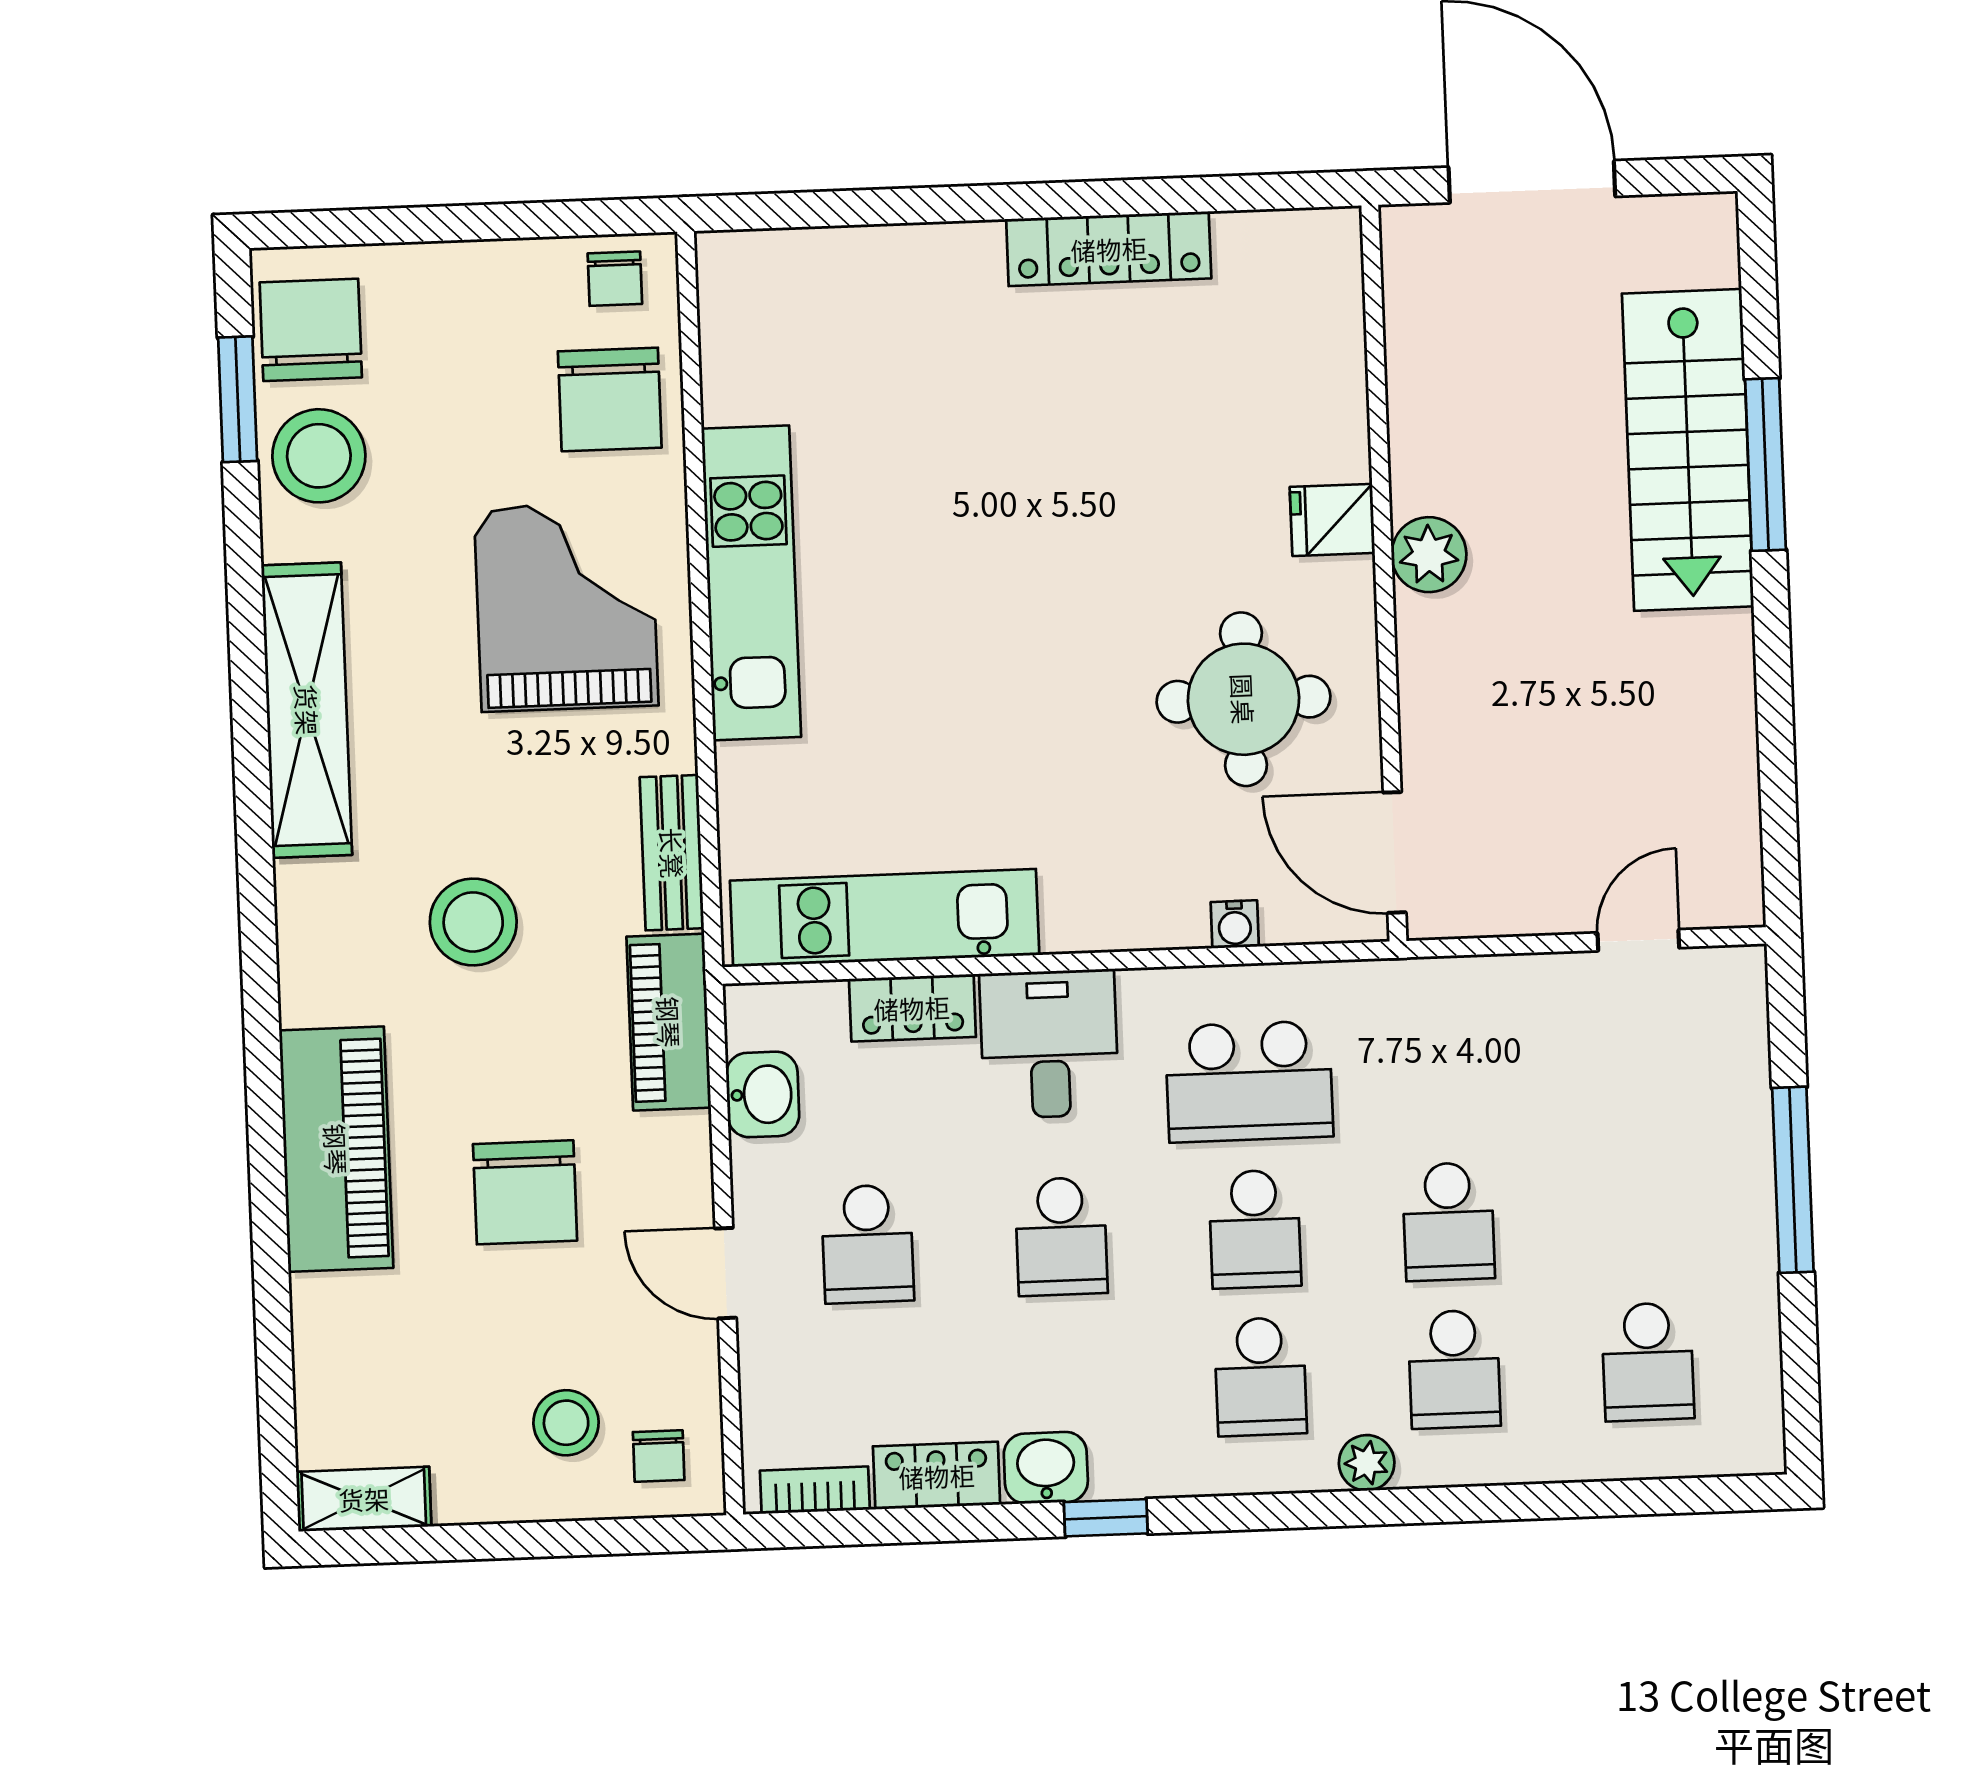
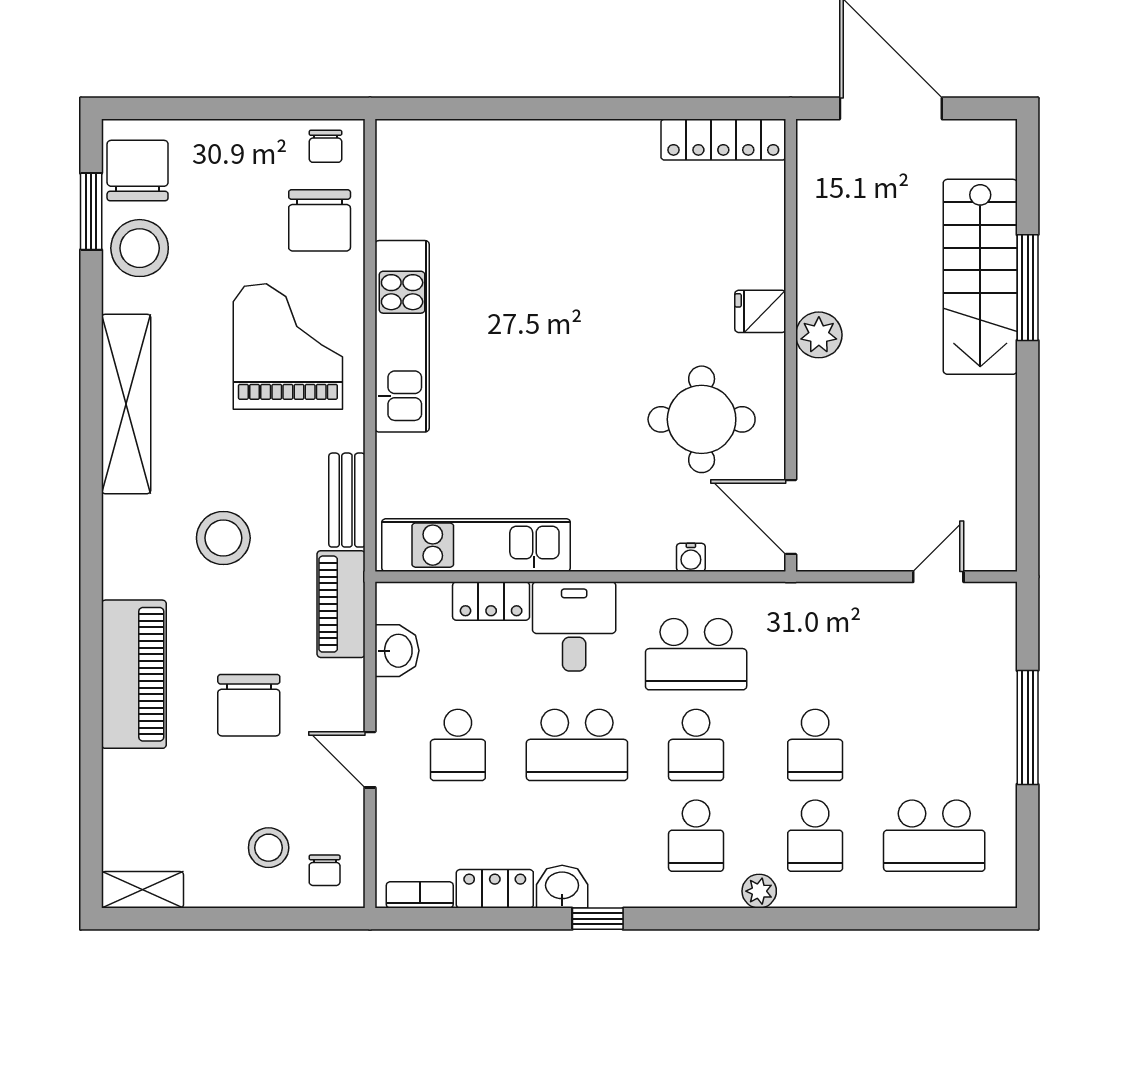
locker: (1109, 249) -> (723, 140), moved
school desk: (1061, 1236) -> (577, 745), width x1.85
school desk: (1648, 1362) -> (934, 836), width x1.85

